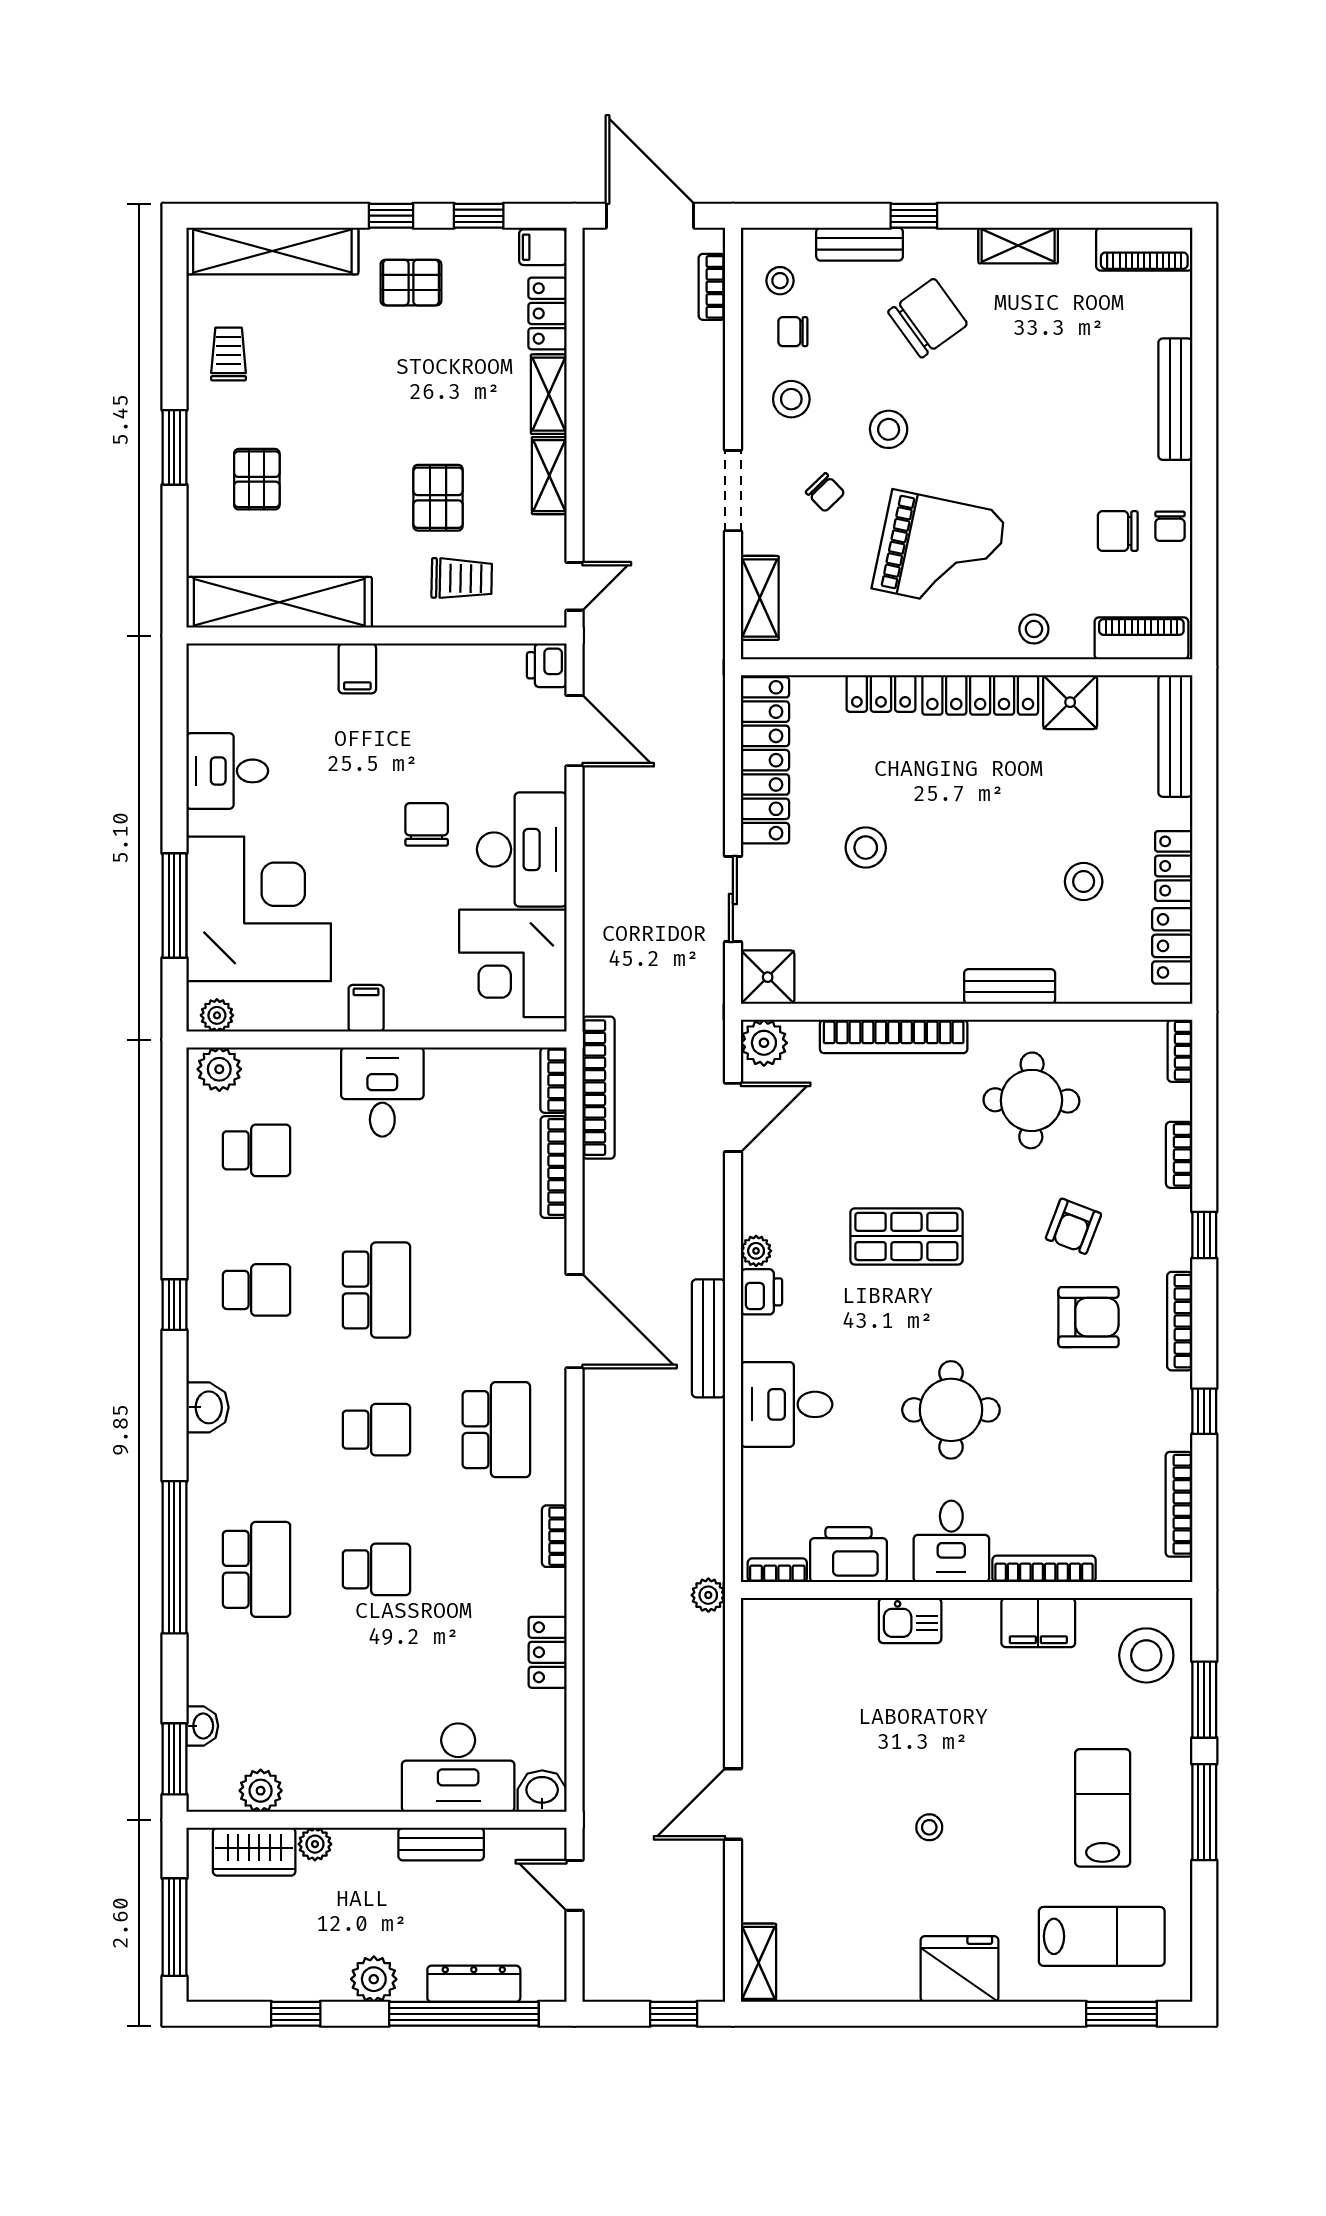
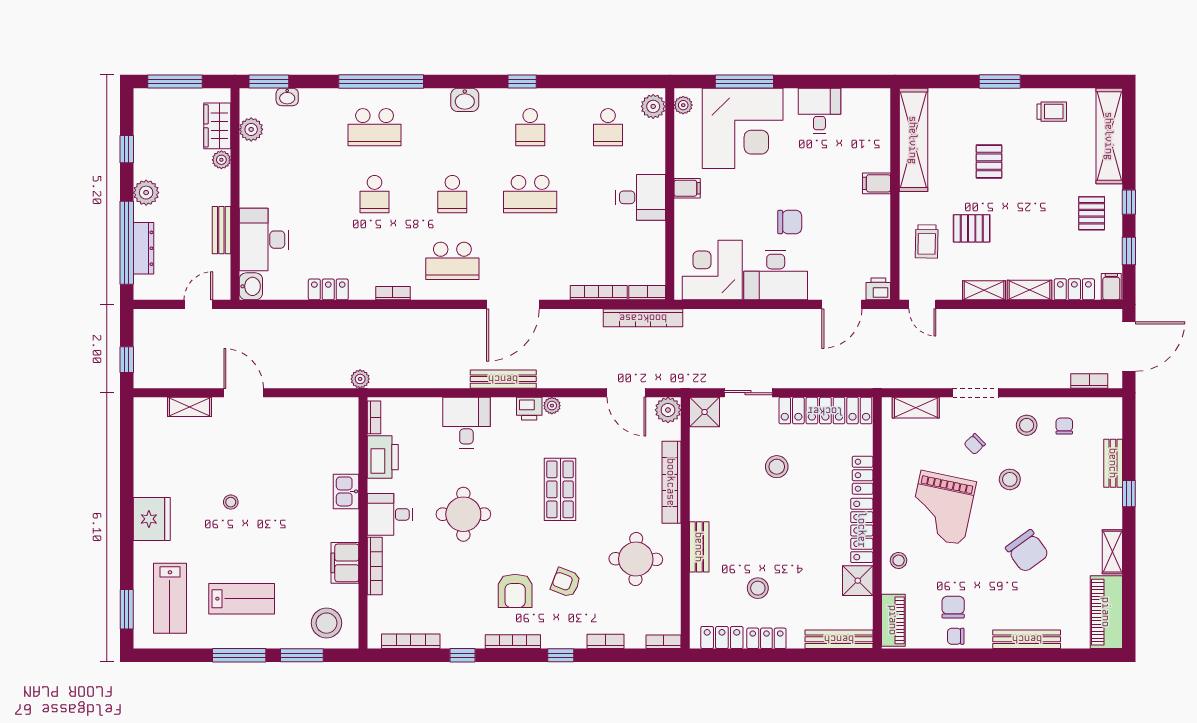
piano: (1144, 249) -> (1106, 612), width x1.37, depth x1.33
stool: (780, 281) -> (1093, 419), removed
chair: (928, 318) -> (1027, 551), moved
pallet: (257, 479) -> (989, 162), moved, turned 90
shelving: (758, 1963) -> (190, 407), moved

